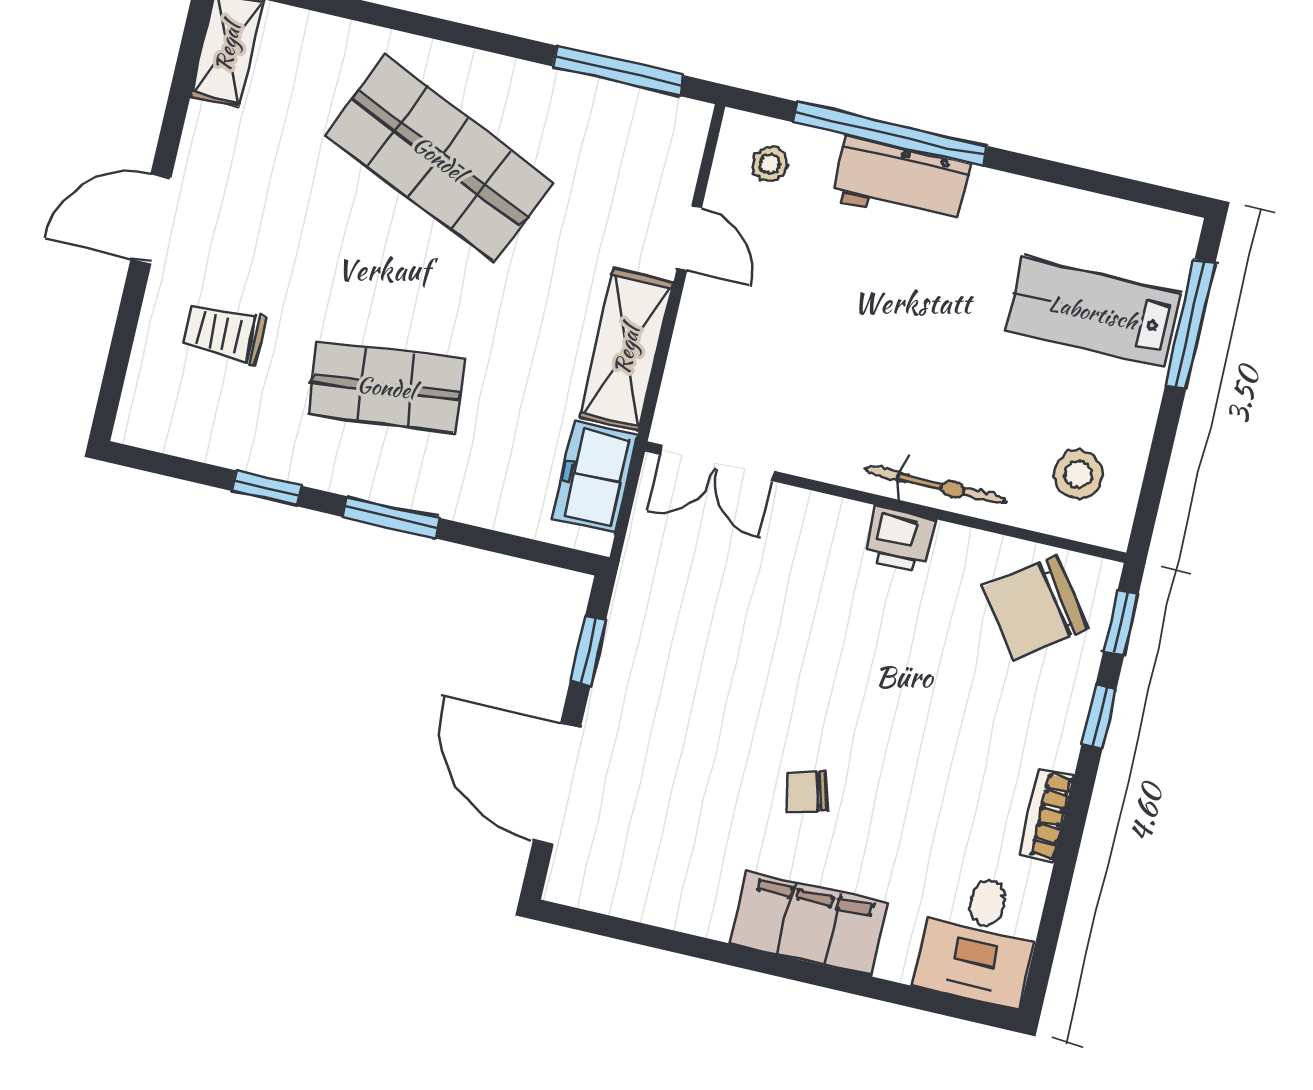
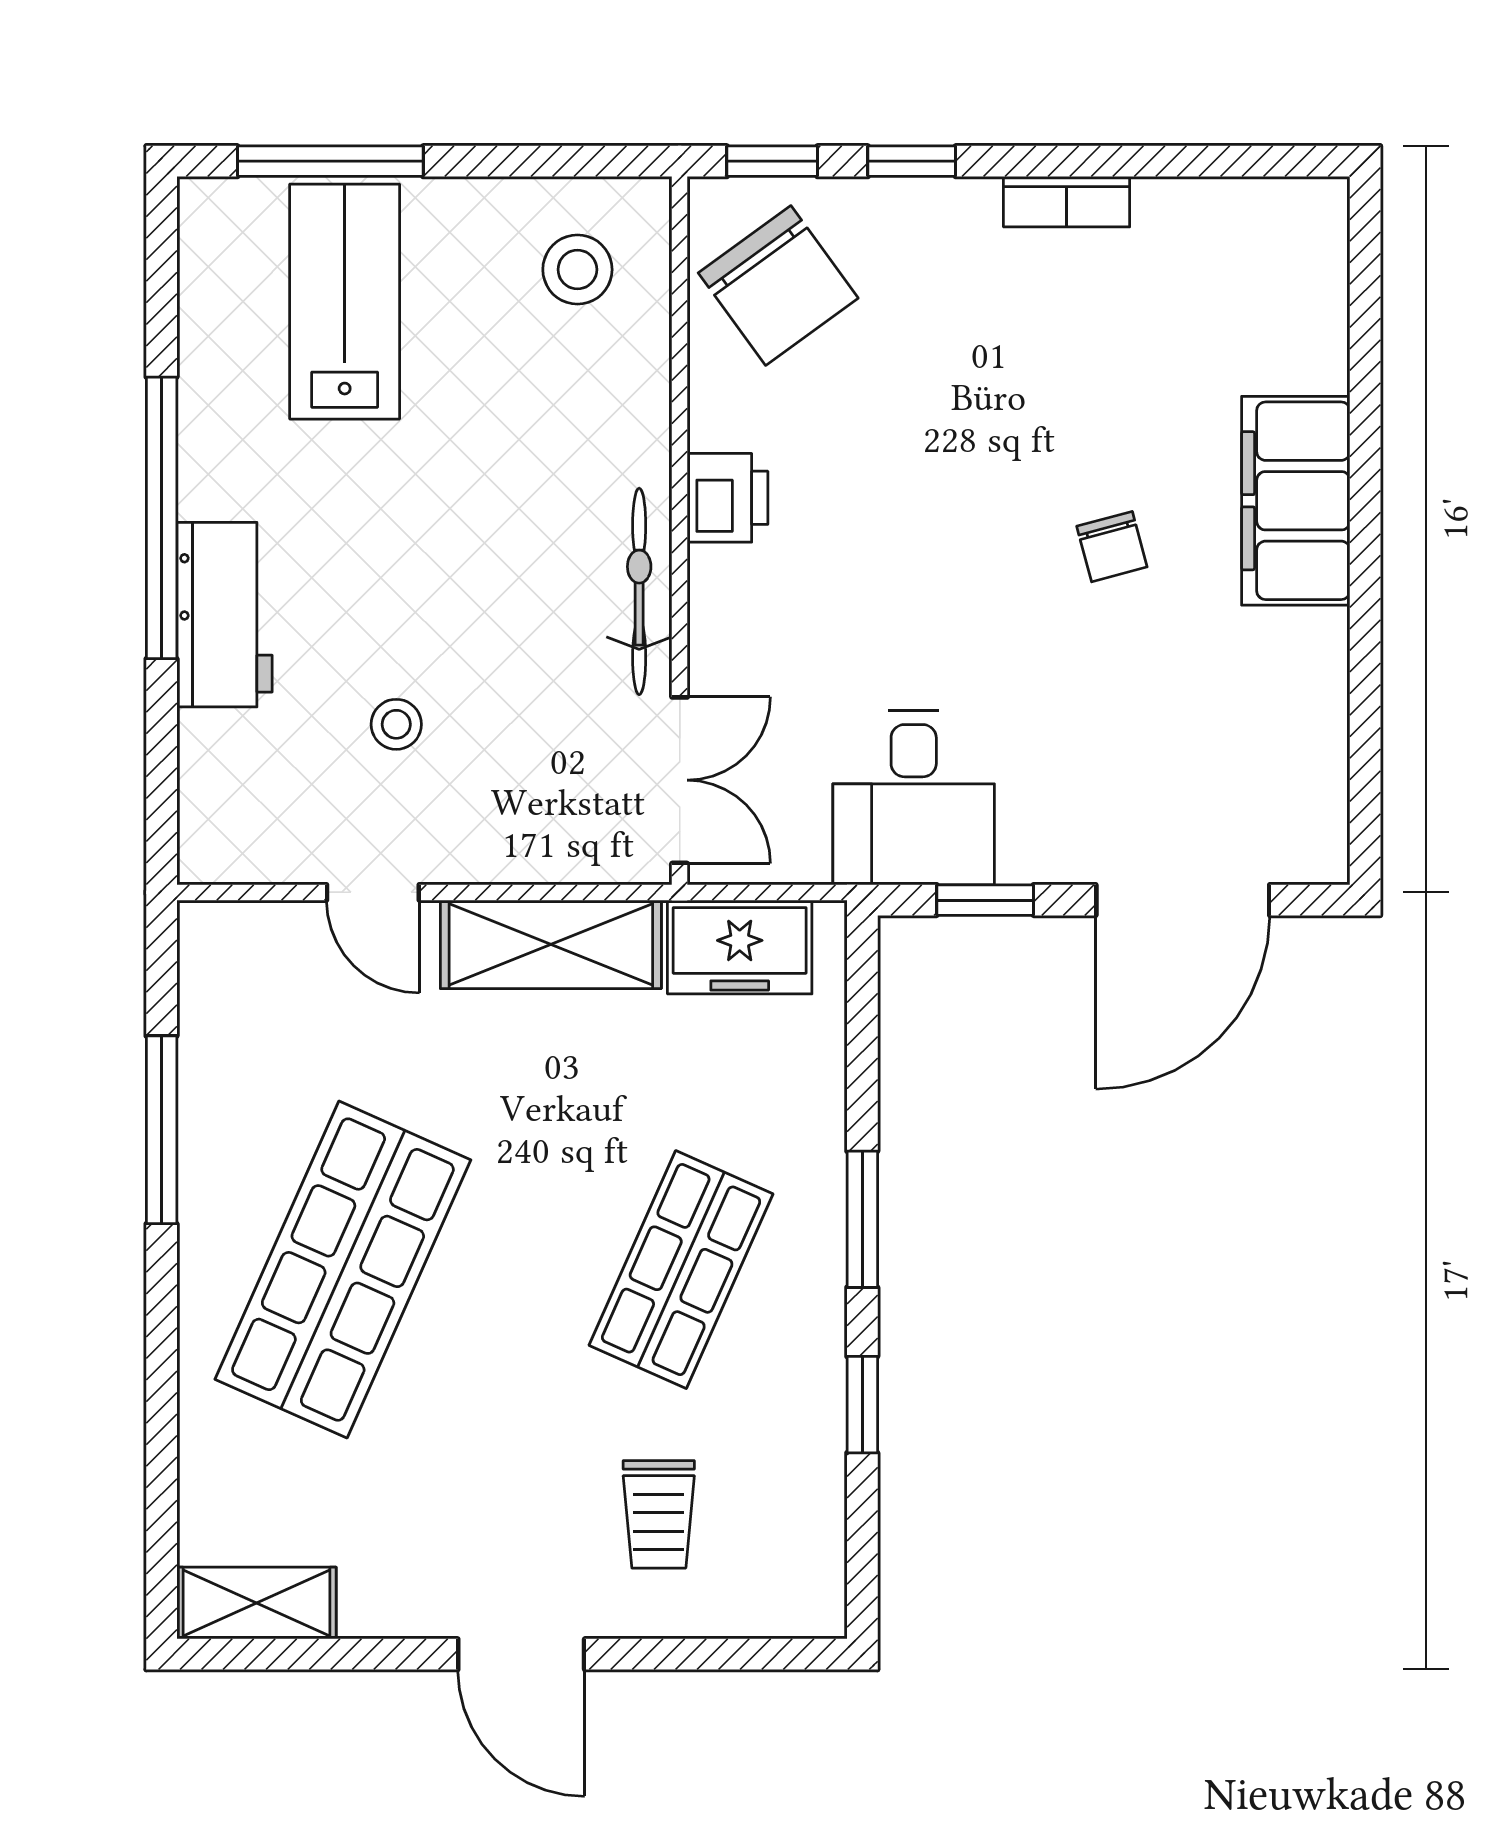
window: (618, 71) -> (162, 1130), moved
window: (890, 134) -> (162, 518), moved
stool: (770, 164) -> (396, 724), moved
door: (689, 238) -> (373, 892), swing flipped
lab bench: (1093, 312) -> (345, 302), turned 180
shop shelf: (386, 387) -> (681, 1270), turned 30
bicycle: (935, 485) -> (639, 591), moved
desk: (979, 939) -> (914, 798), moved, turned 90

